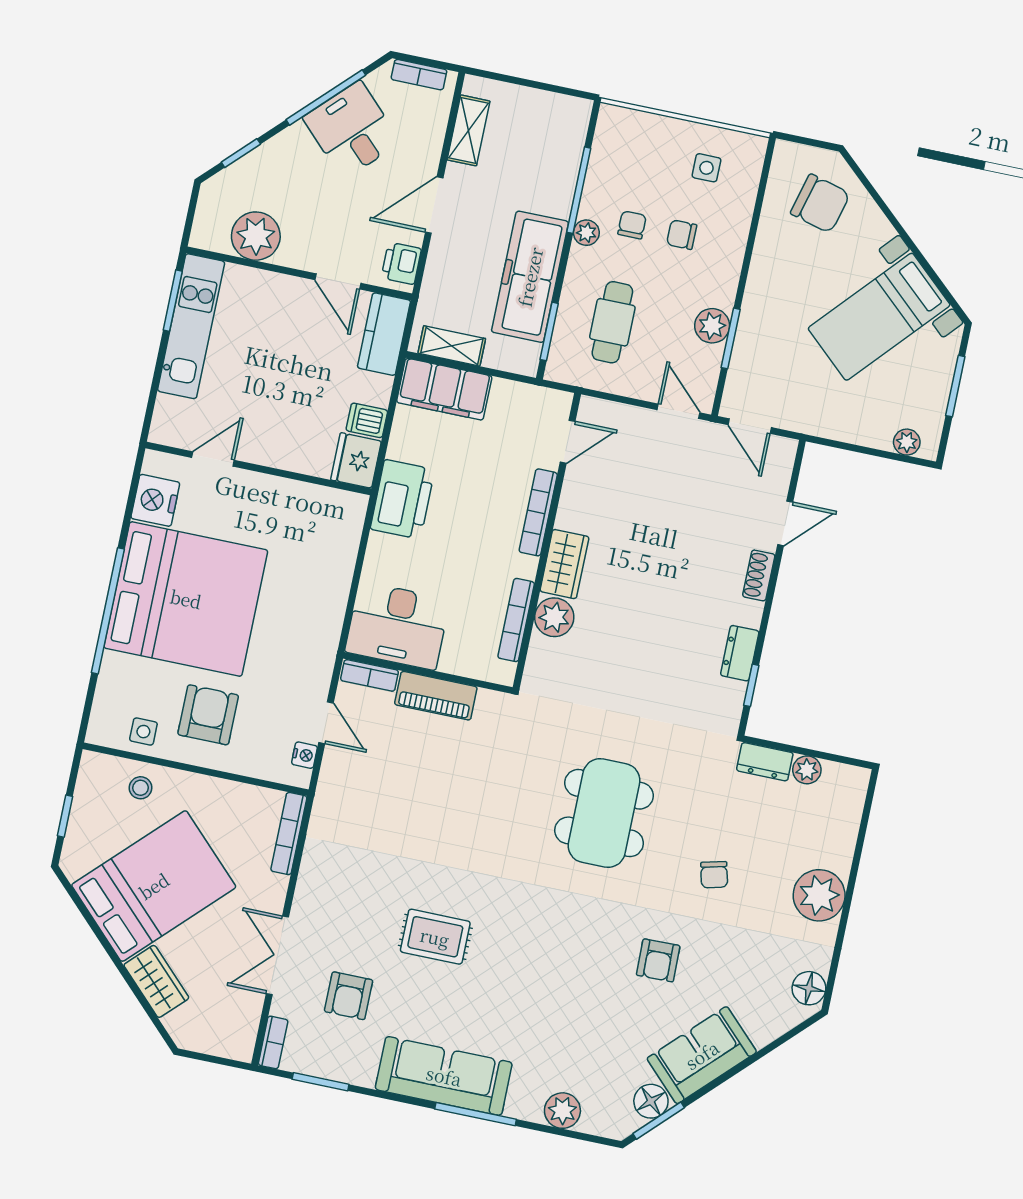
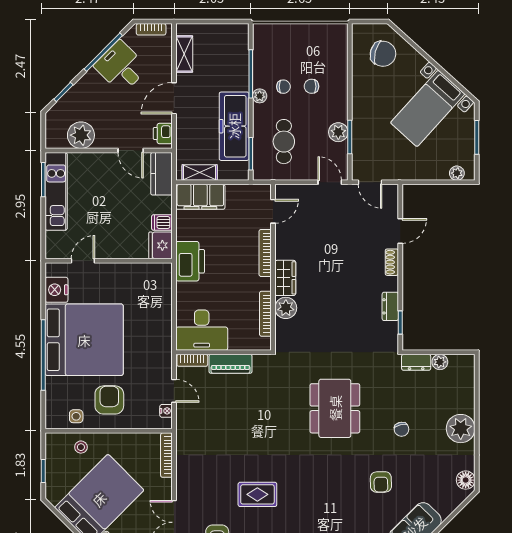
side table: (706, 168) -> (317, 47), removed
chair: (632, 225) -> (283, 87), turned 90

